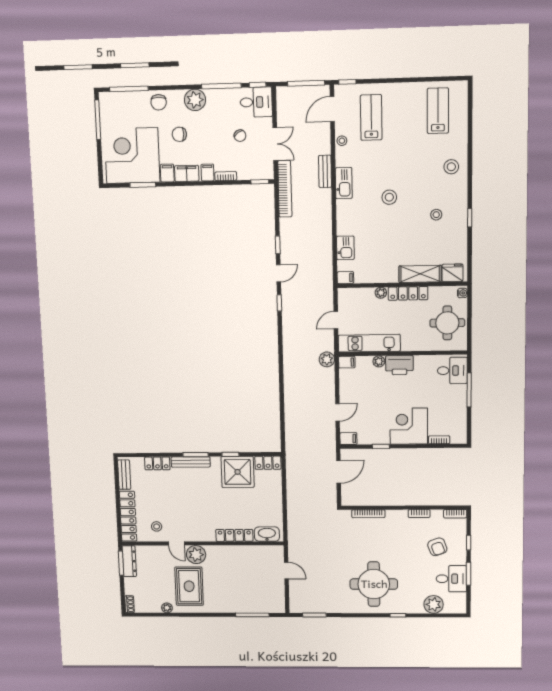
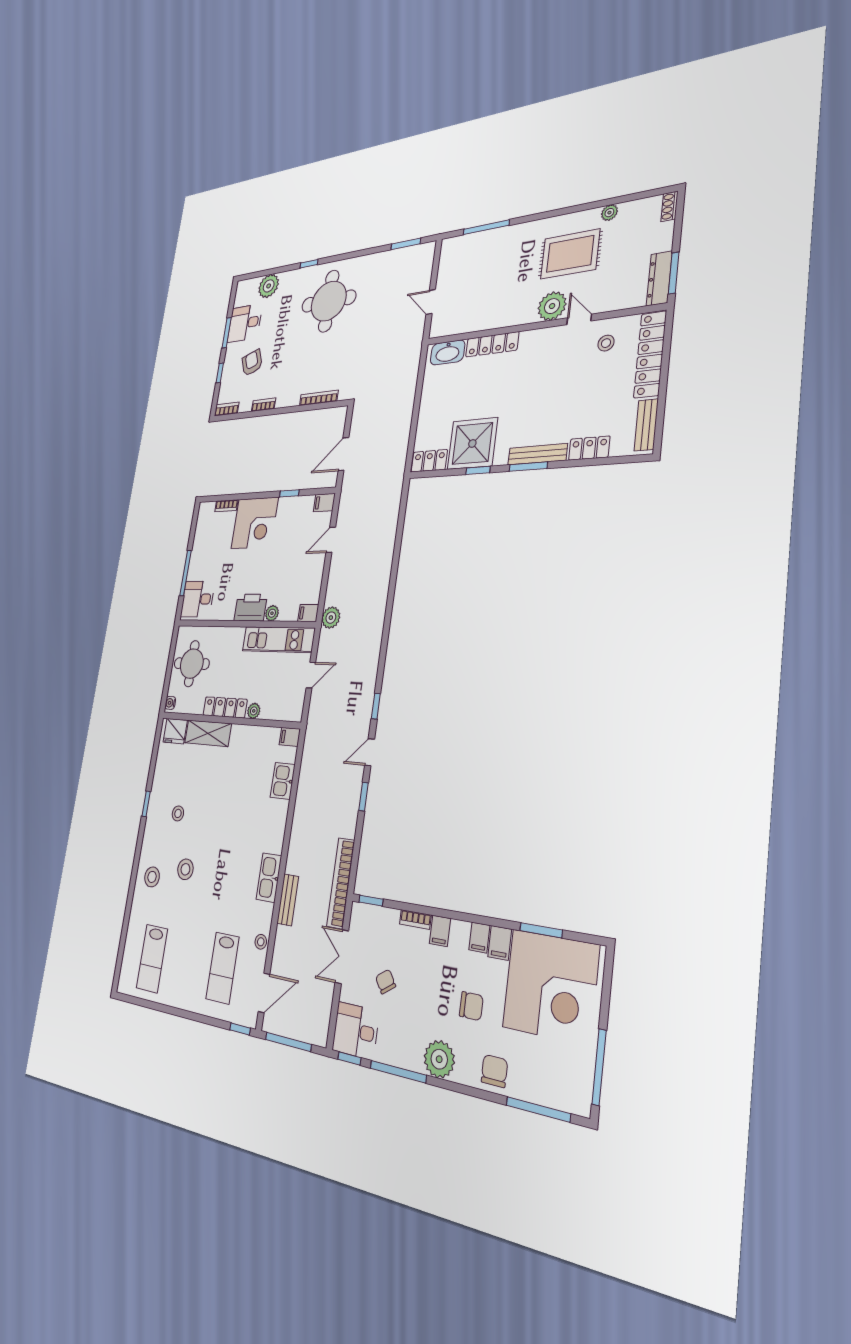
filing cabinet: (187, 173) -> (479, 938), width x0.50
stool: (389, 197) -> (185, 869), moved
rug: (189, 586) -> (570, 254), turned 90

